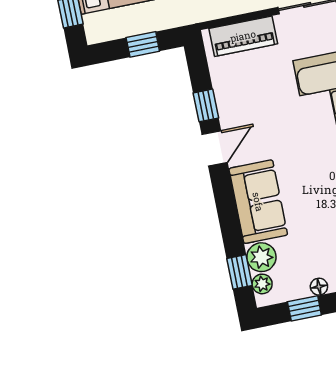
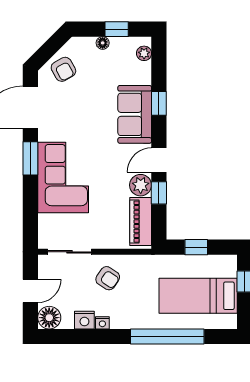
piano: (243, 36) -> (141, 222), moved, turned -90
plant: (261, 257) -> (141, 185), moved
window: (239, 272) -> (159, 103), moved

